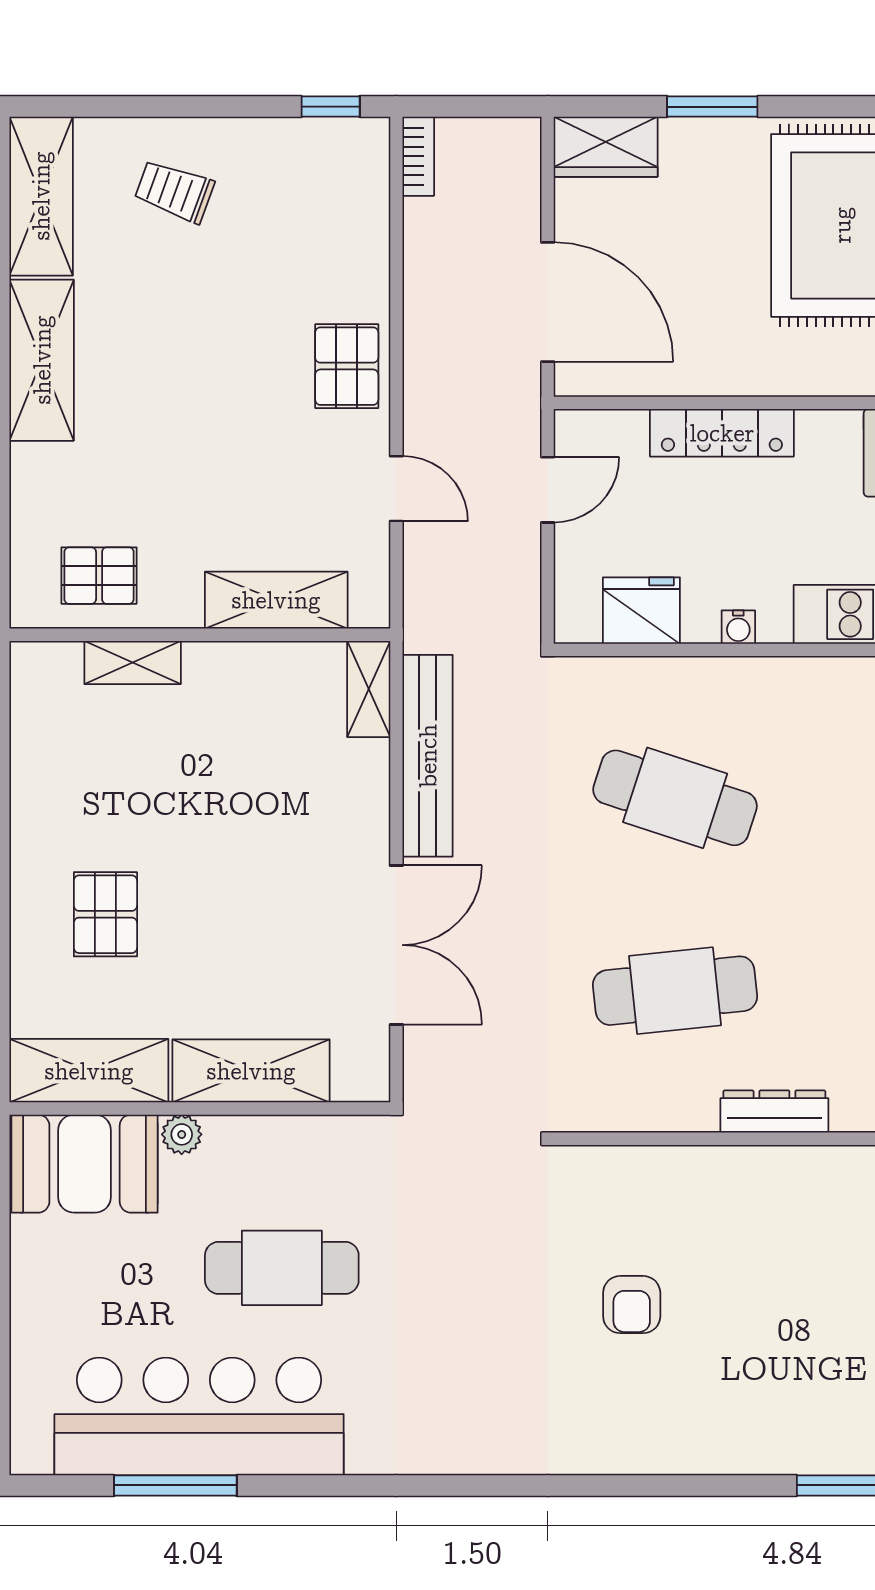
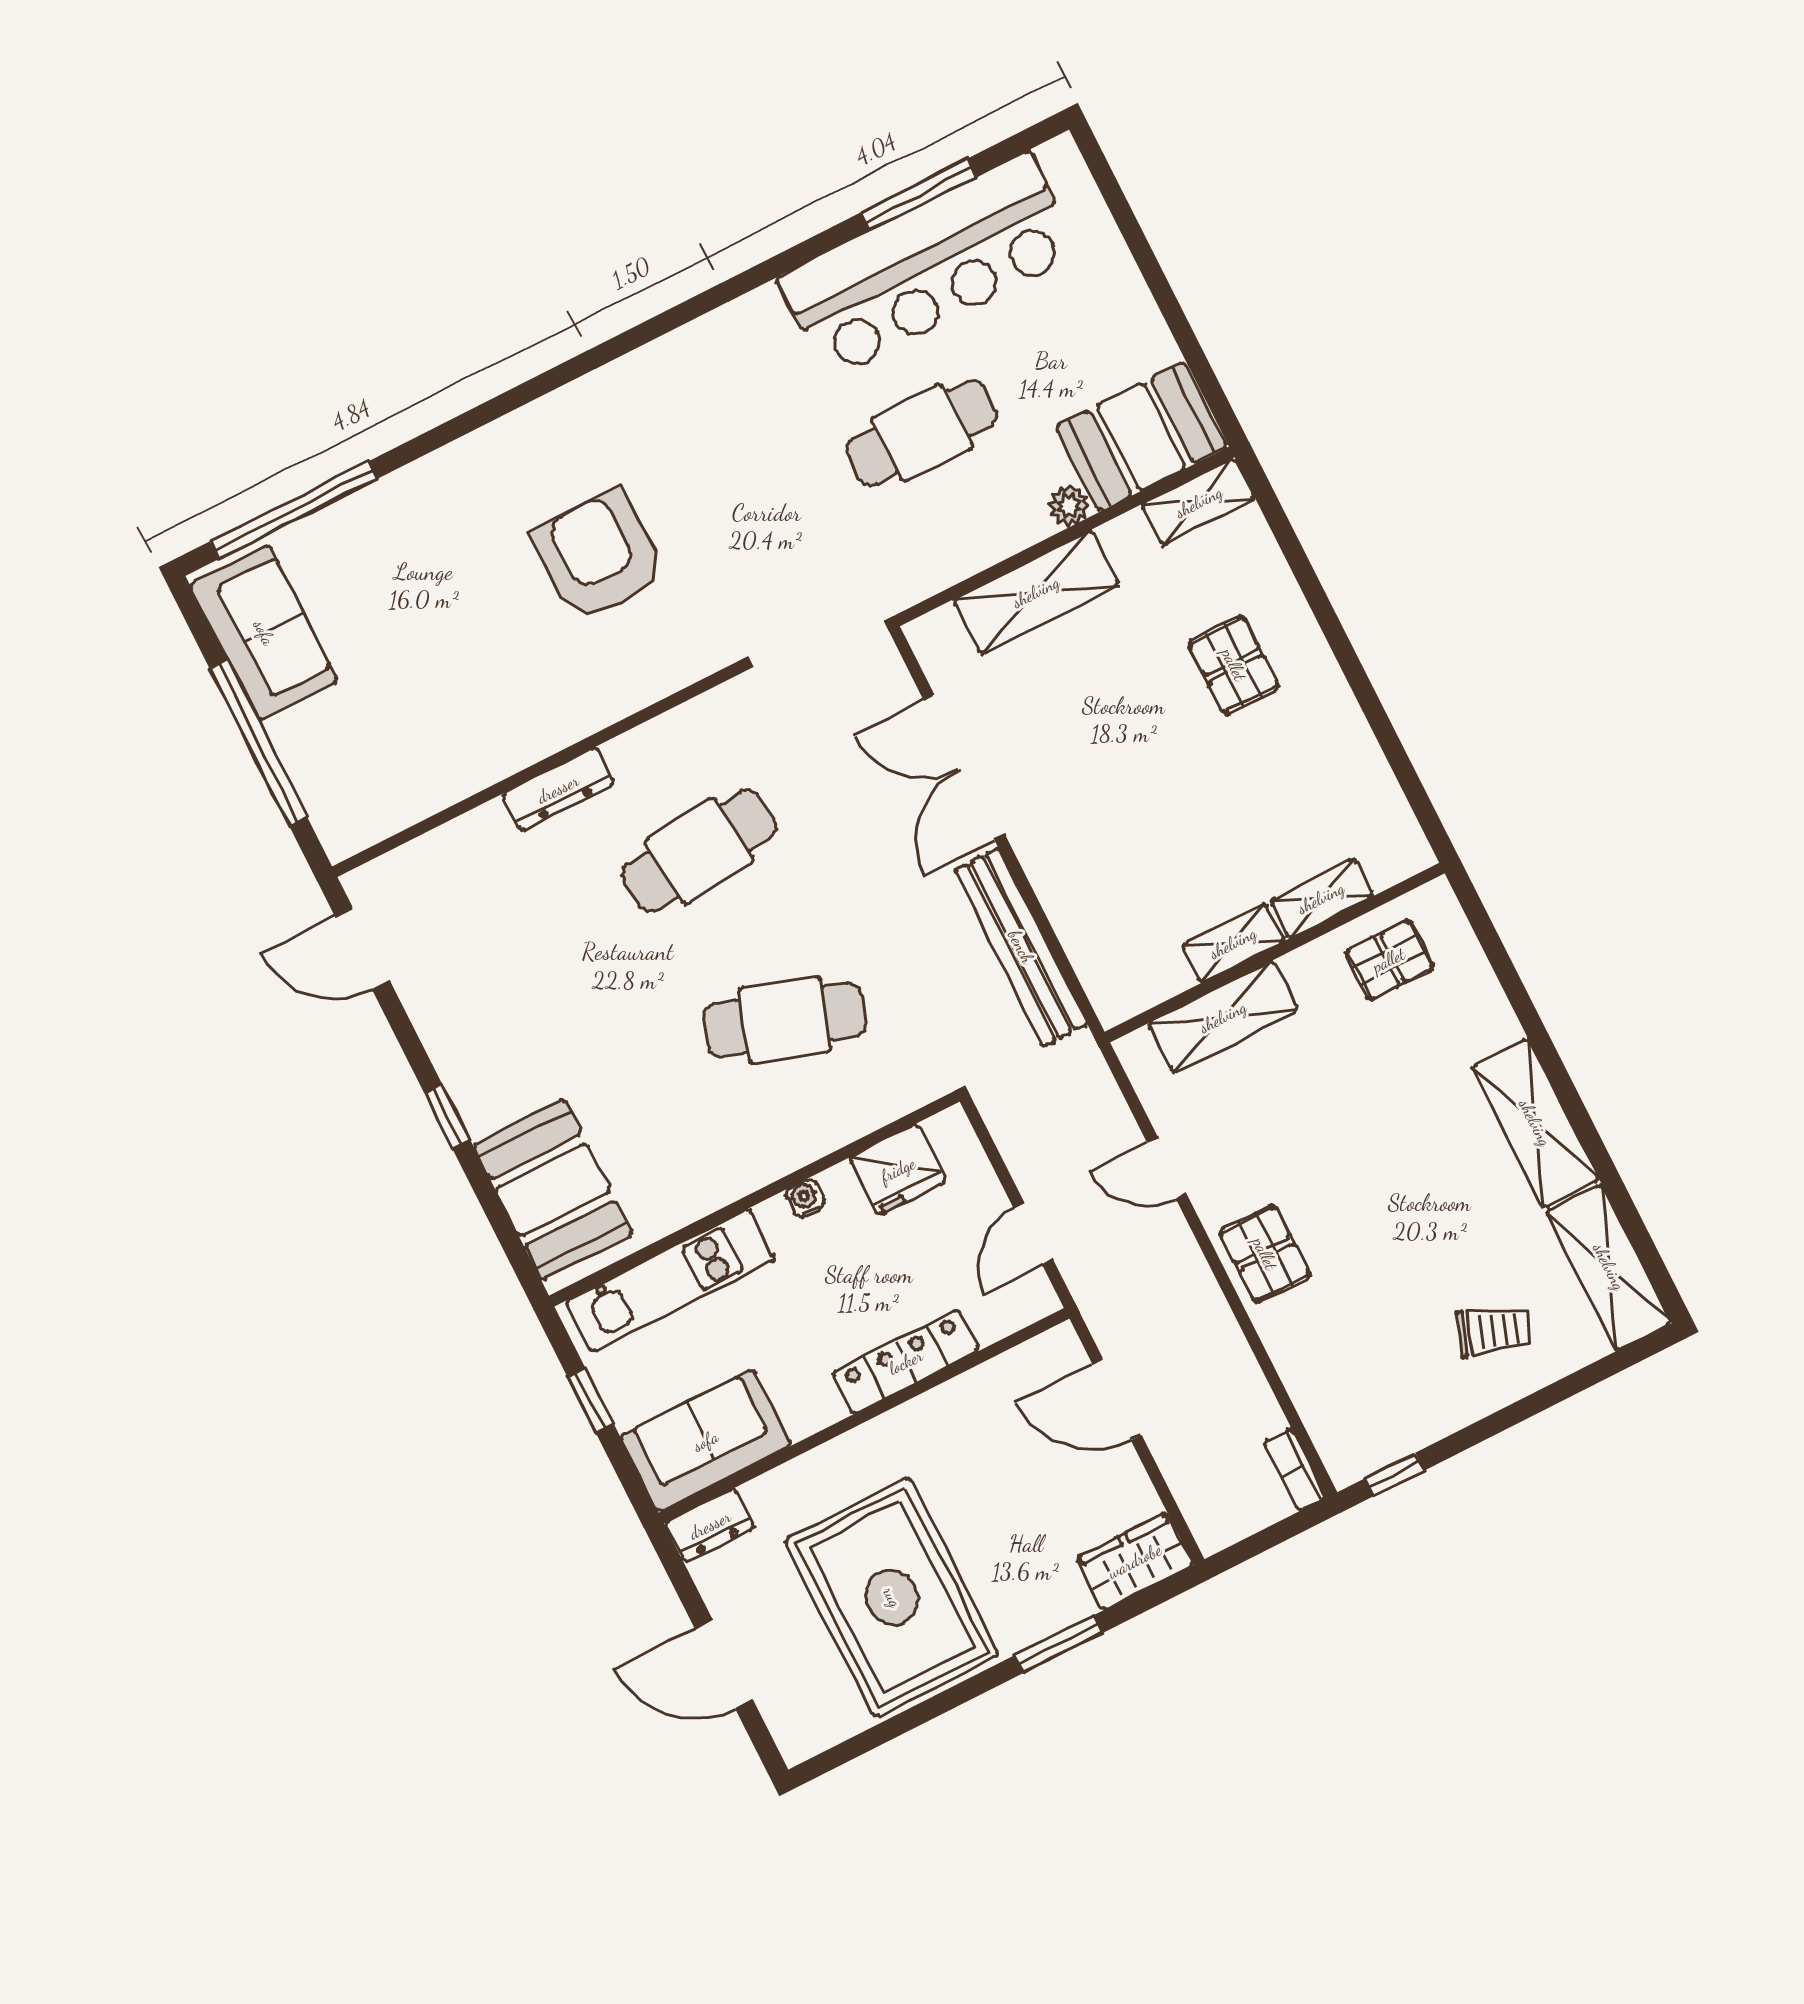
door: (548, 302) -> (1117, 1399), width x0.73
shelving: (369, 689) -> (1233, 943), moved, turned 90
shelving: (89, 1071) -> (1199, 502), width x0.67, depth x0.75
armchair: (632, 1305) -> (598, 556), width x1.88, depth x1.88

